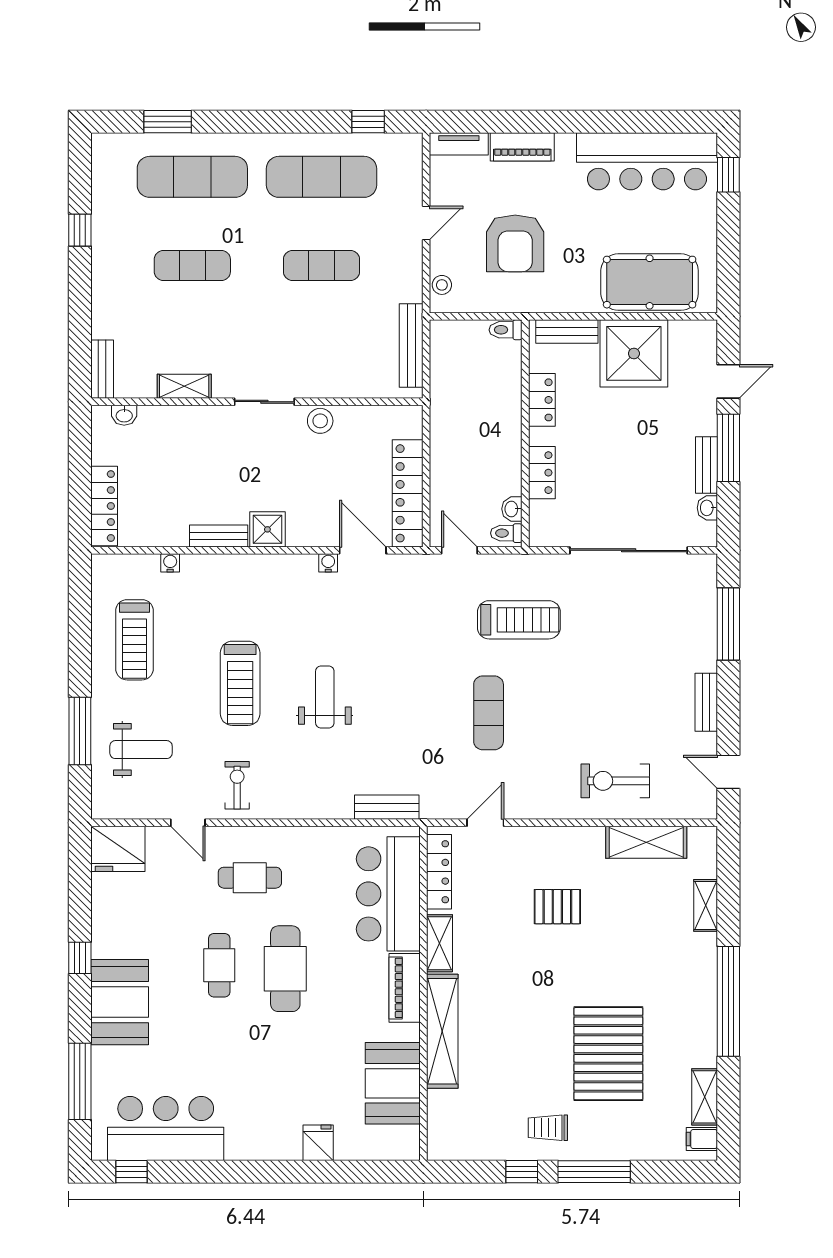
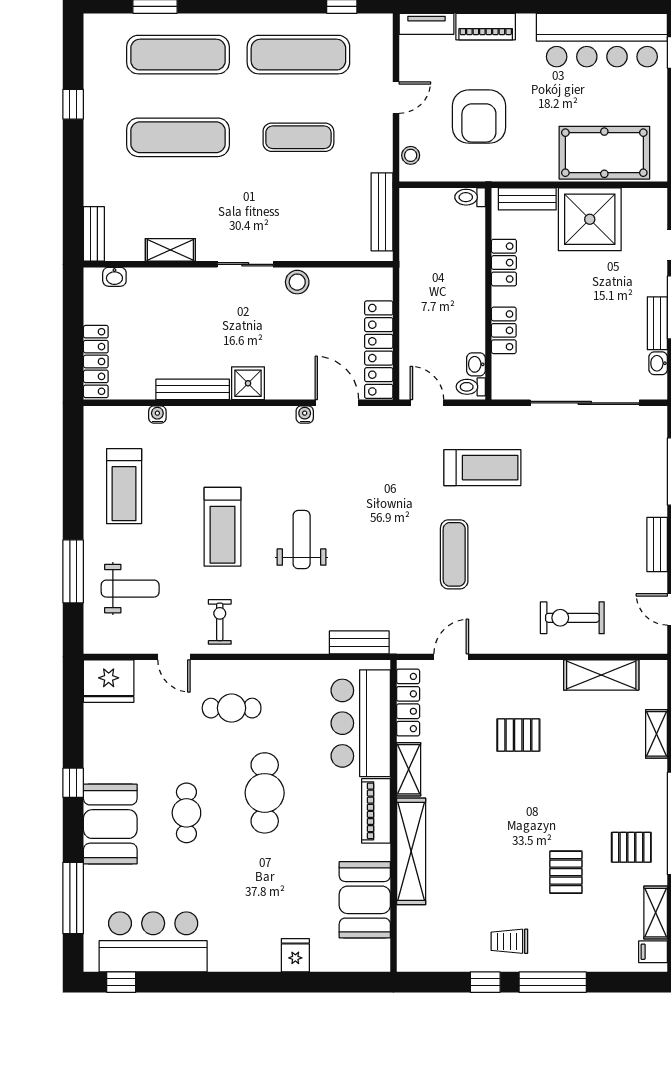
exercise mat: (192, 266) -> (178, 137), width x1.36, depth x1.45
bench: (219, 536) -> (193, 389), width x1.36
cafe table: (219, 965) -> (186, 813), moved
pallet: (678, 1027) -> (631, 847), added
pallet: (608, 1054) -> (566, 872), width x0.49, depth x0.50

